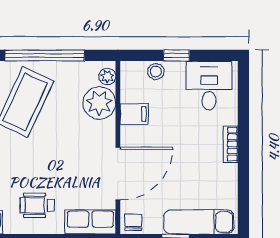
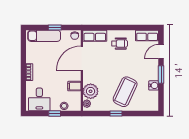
window: (45, 55) -> (116, 113), width x0.32

